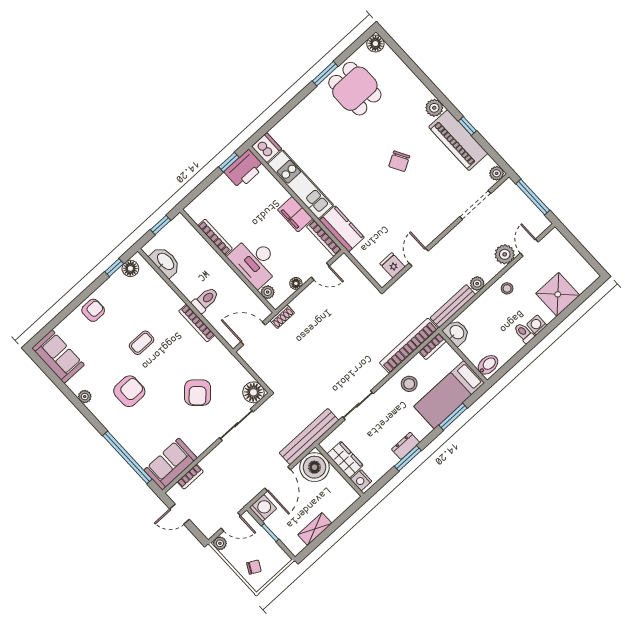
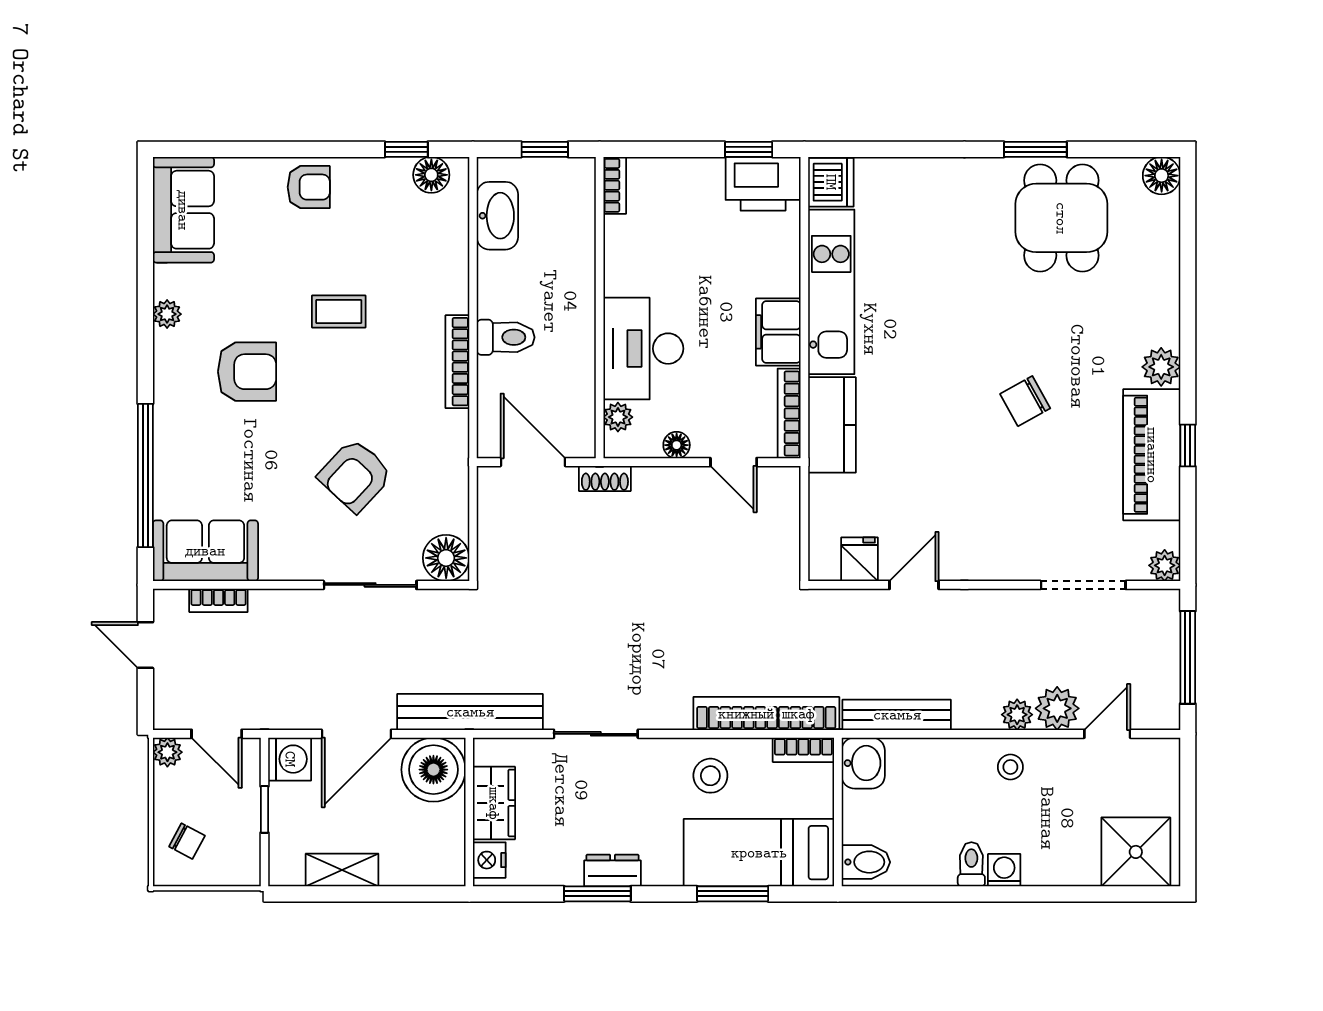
bookcase: (215, 237) -> (615, 185), moved, width x0.64
plant: (477, 284) -> (1017, 715), moved
shower: (558, 294) -> (1136, 852), moved

